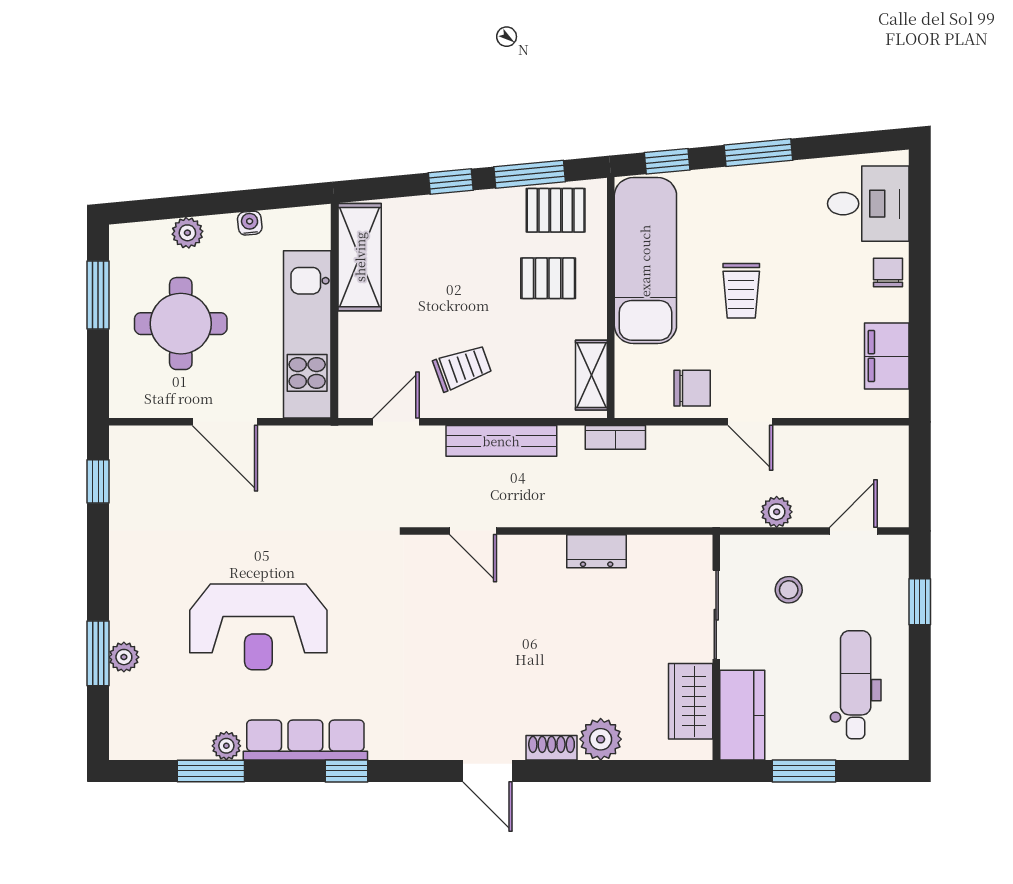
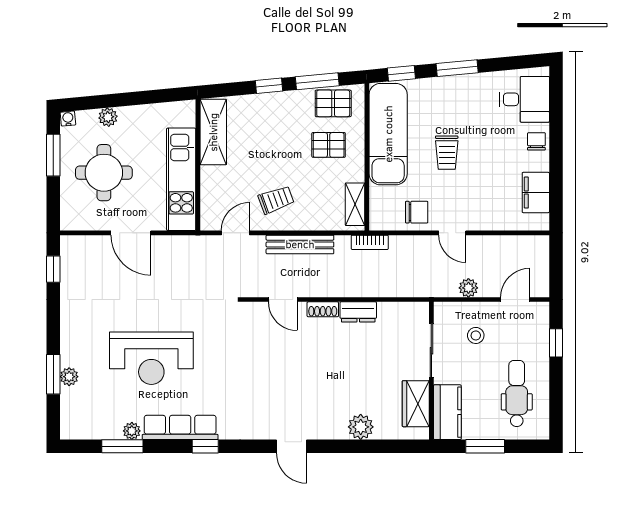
water cooler: (250, 223) -> (68, 119), moved
shoe rack: (552, 748) -> (323, 309), moved, turned 180

